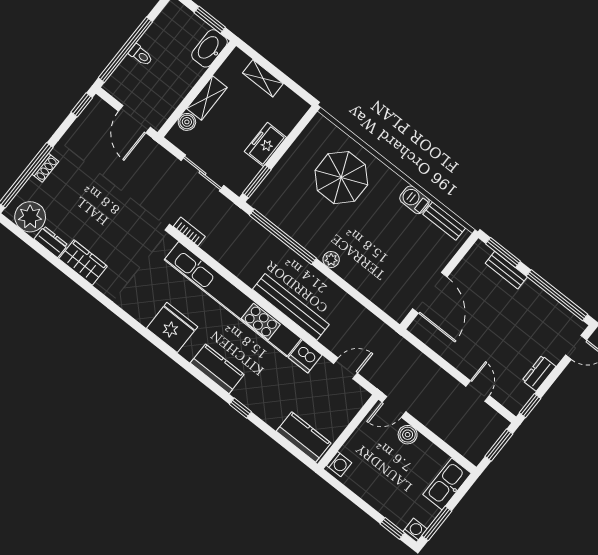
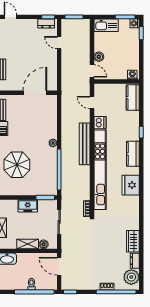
door: (134, 119) -> (59, 266), swing flipped
dresser: (539, 373) -> (46, 24), moved
door: (478, 391) -> (59, 43), hinge flipped

